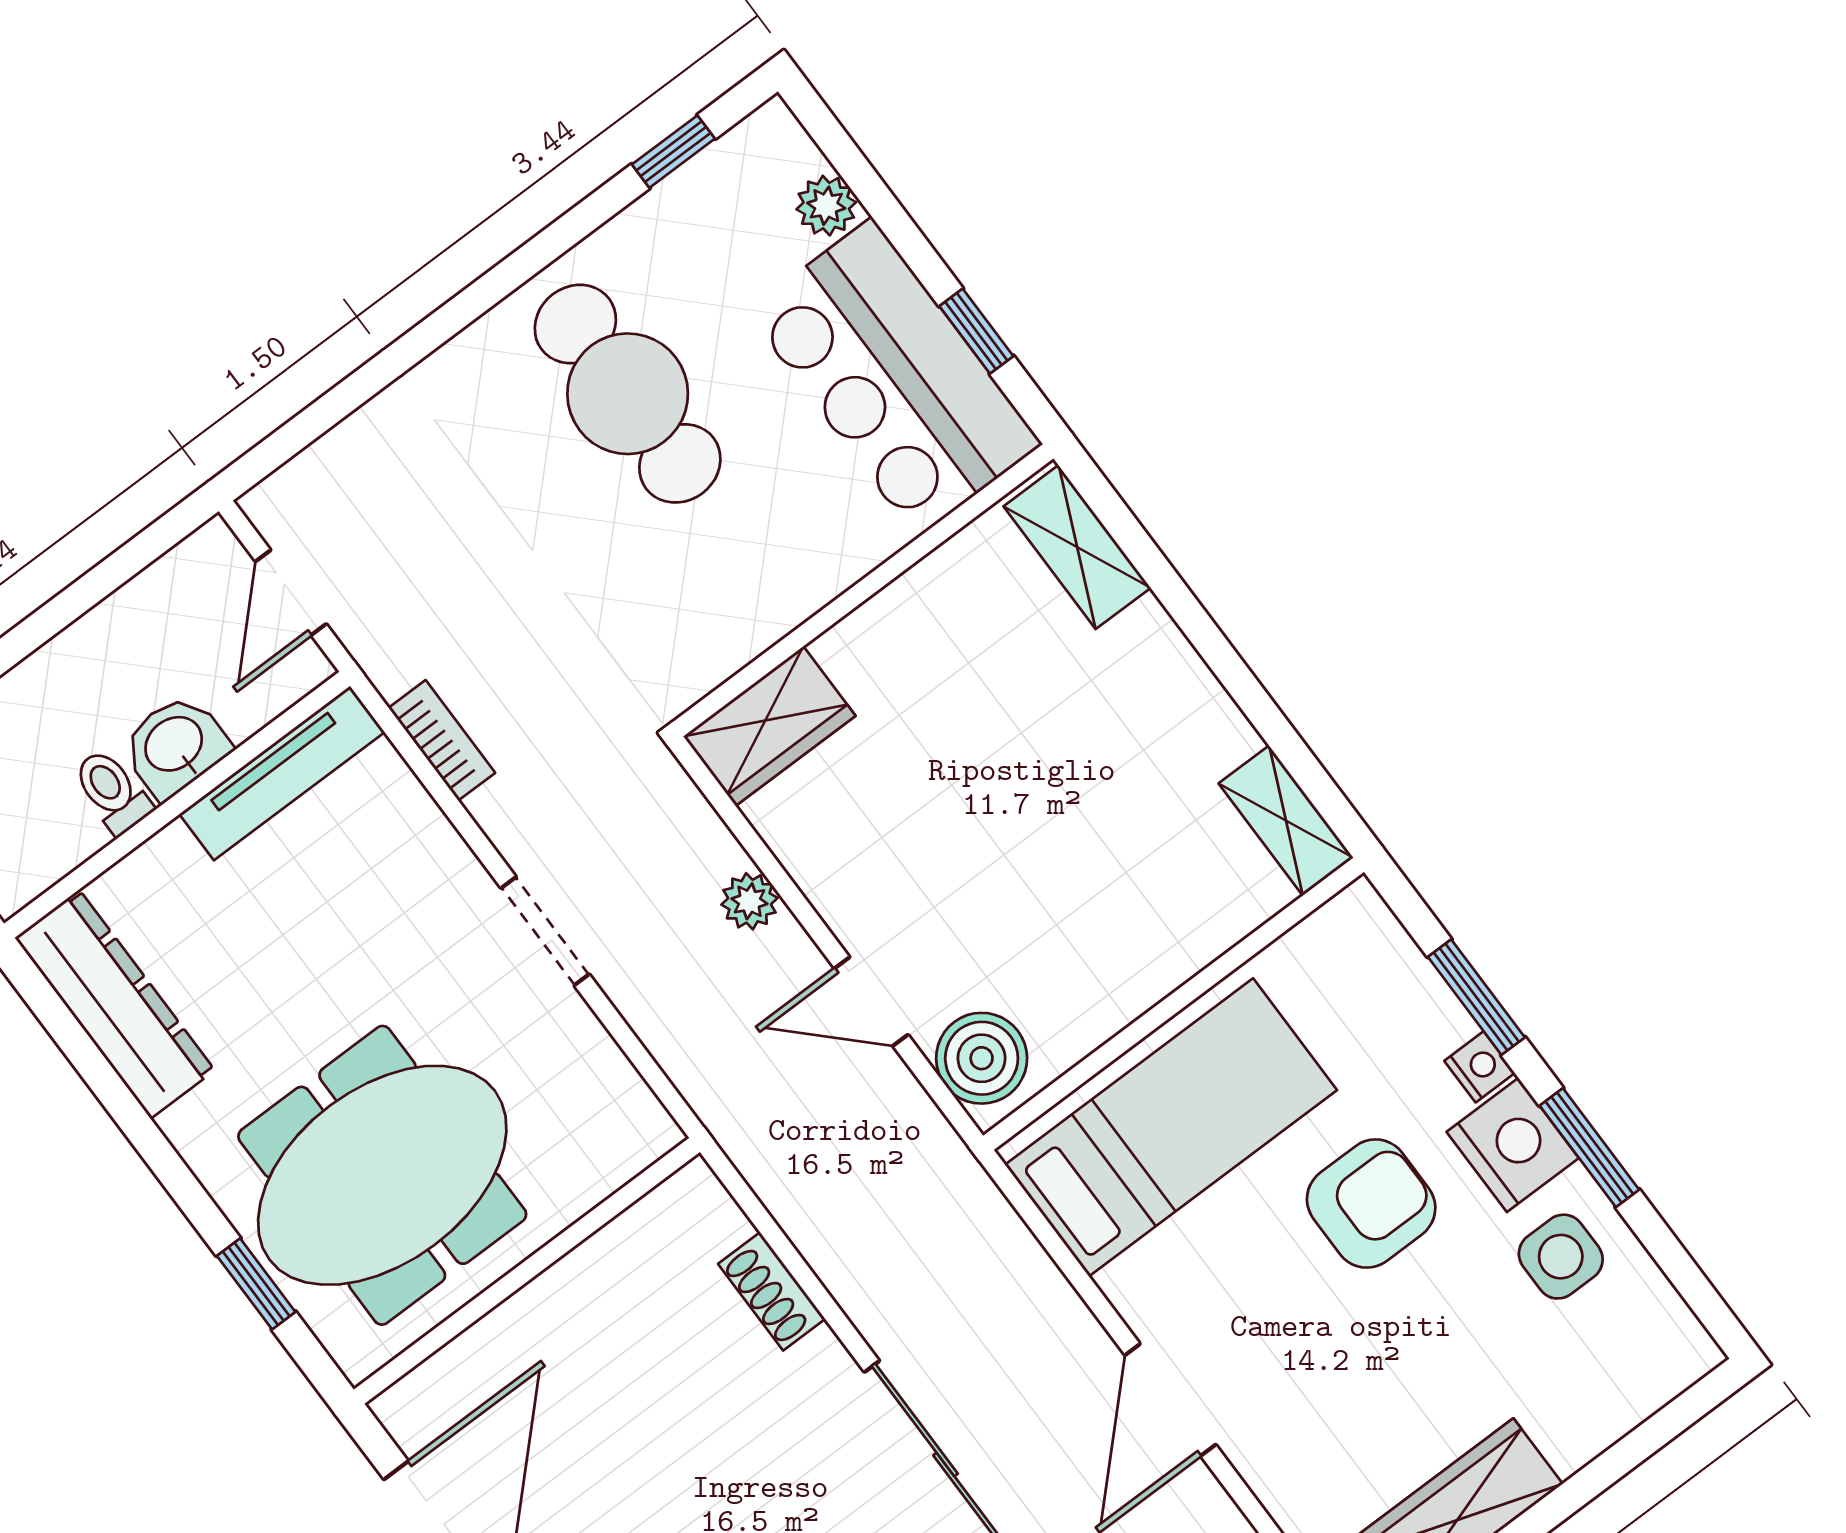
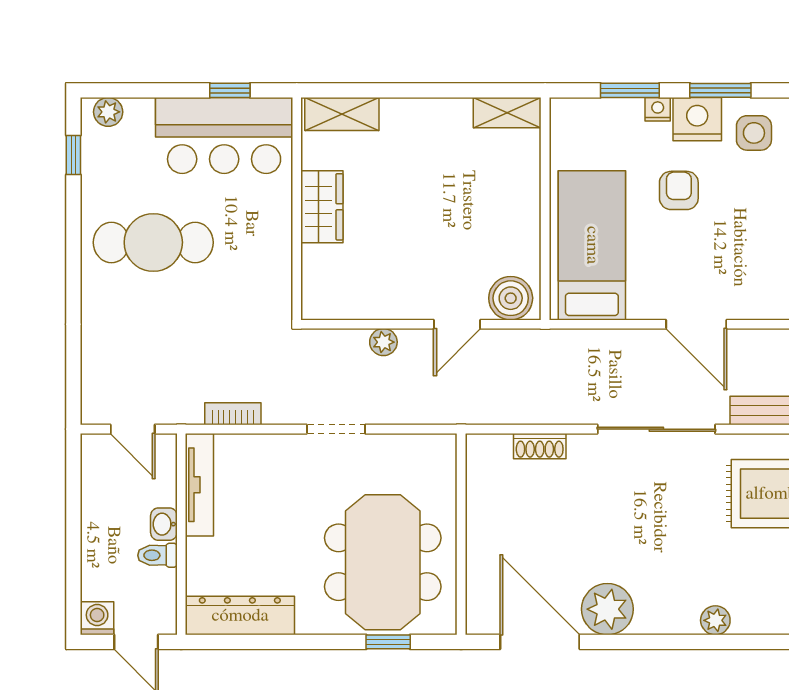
plant: (826, 206) -> (108, 112), moved
wardrobe: (769, 726) -> (322, 207), moved
washbasin: (175, 746) -> (164, 524), width x0.72, depth x0.69
armchair: (1371, 1204) -> (679, 190), width x0.72, depth x0.72

